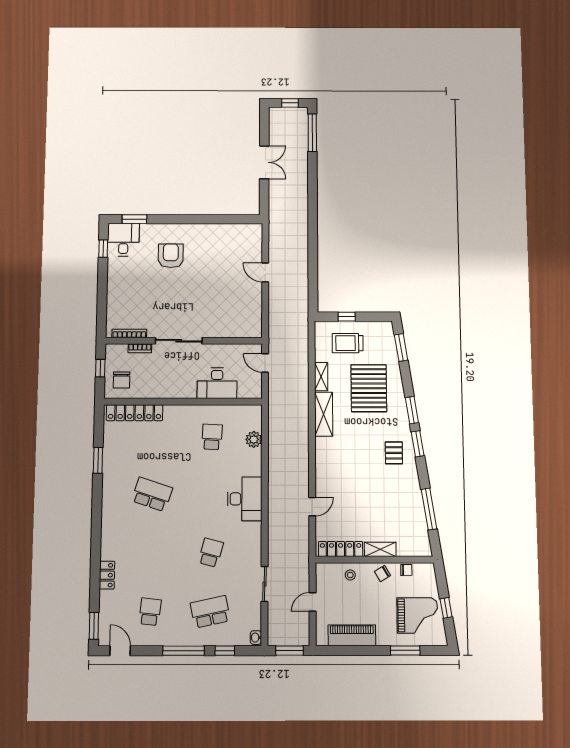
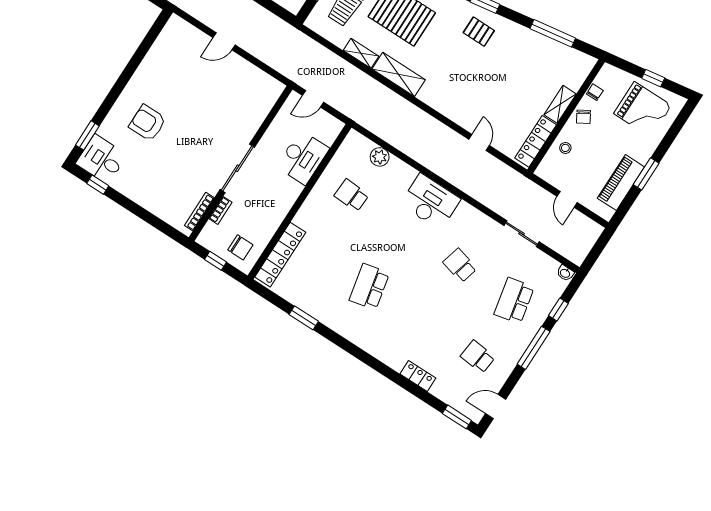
school desk: (152, 494) -> (369, 287), turned -30
grand piano: (417, 615) -> (643, 110), turned 90
window: (405, 650) -> (646, 174), moved
window: (289, 651) -> (597, 250), removed

